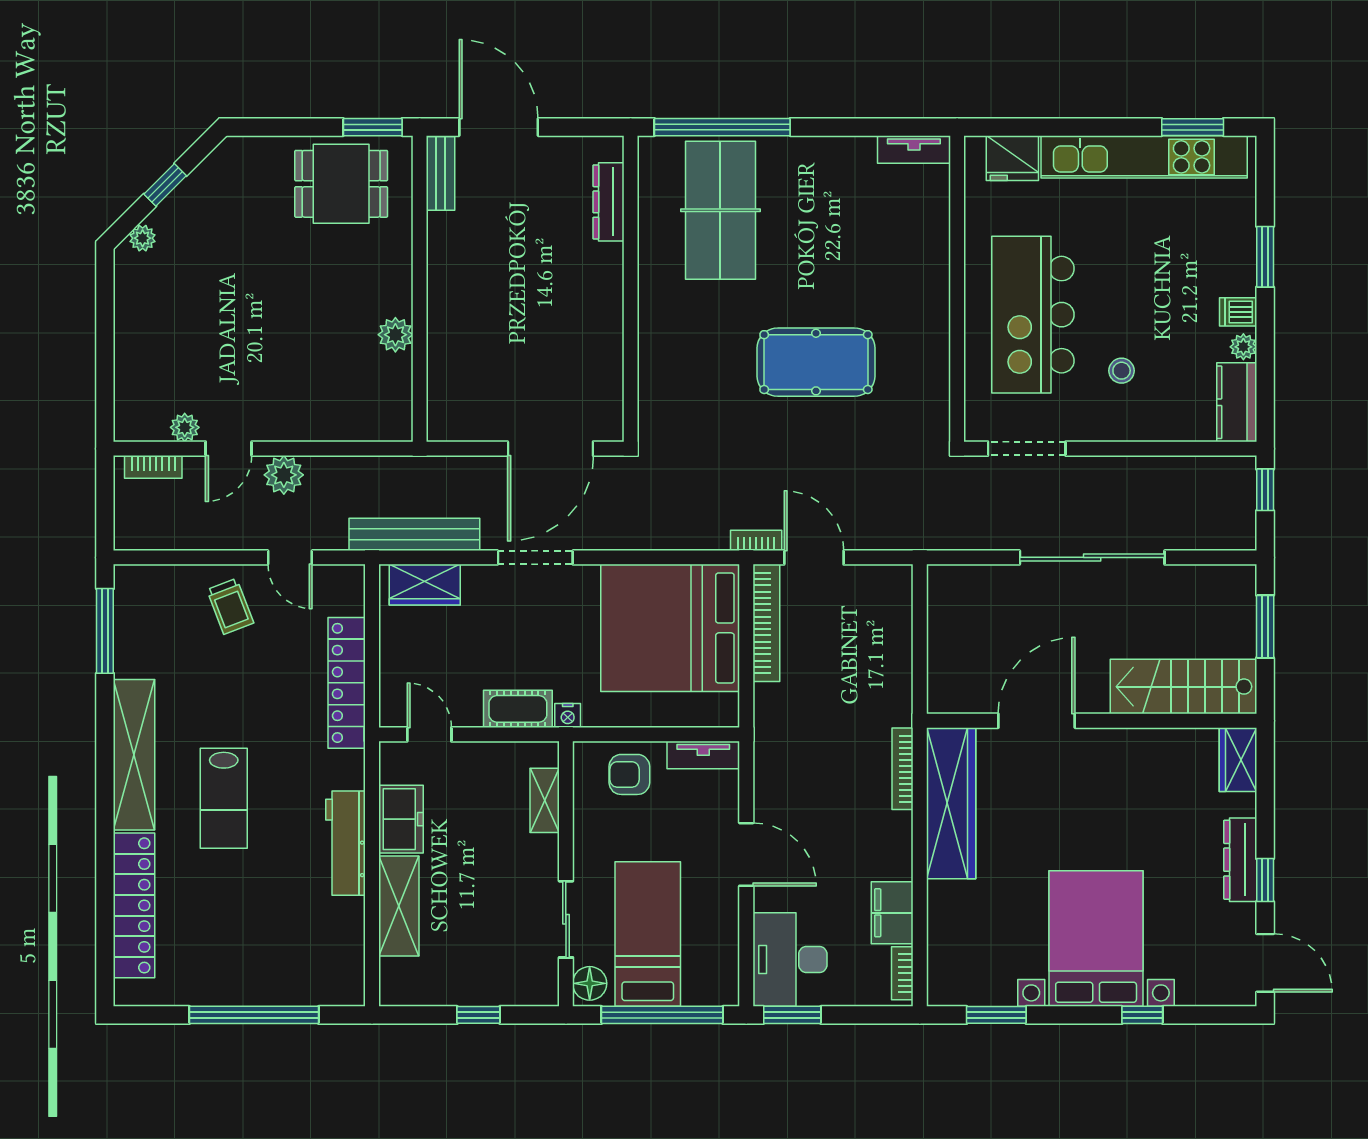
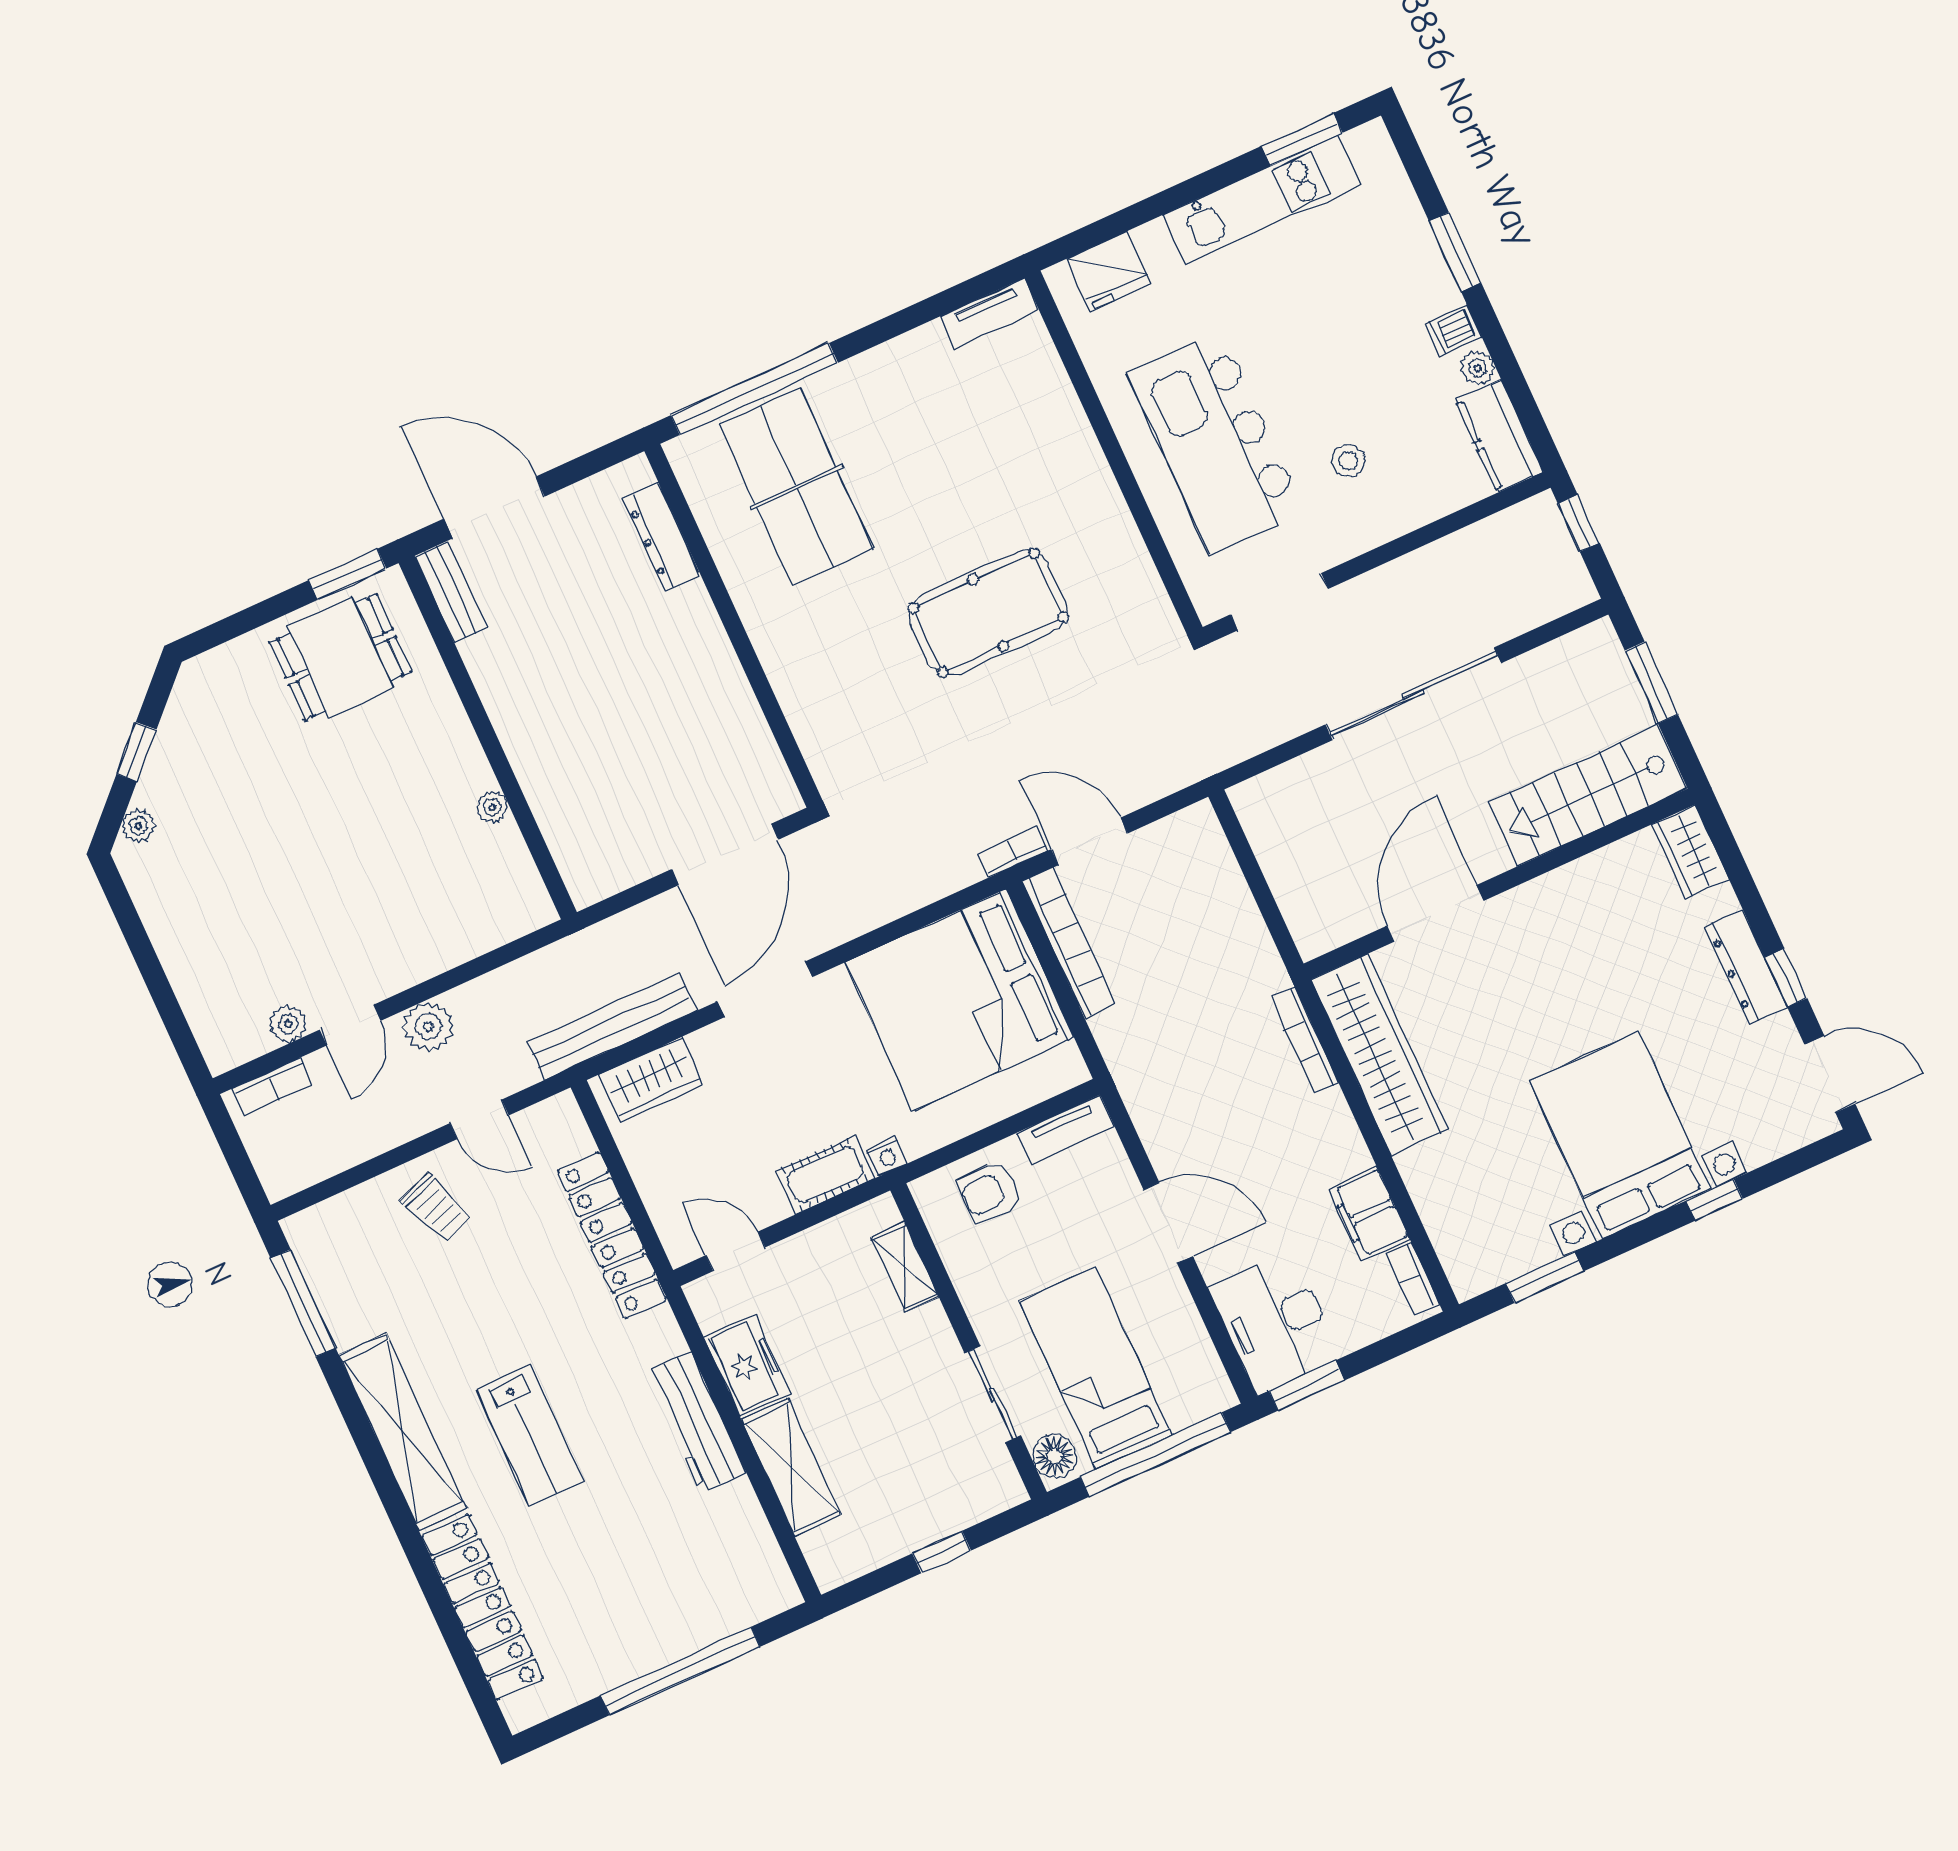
kitchen unit: (1144, 157) -> (1261, 200), width x0.73
plant: (395, 335) -> (492, 807), width x0.73, depth x0.73

